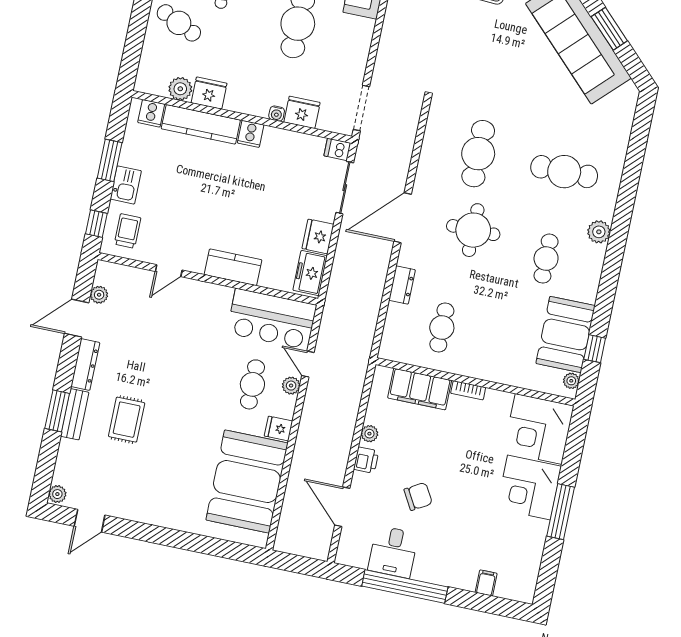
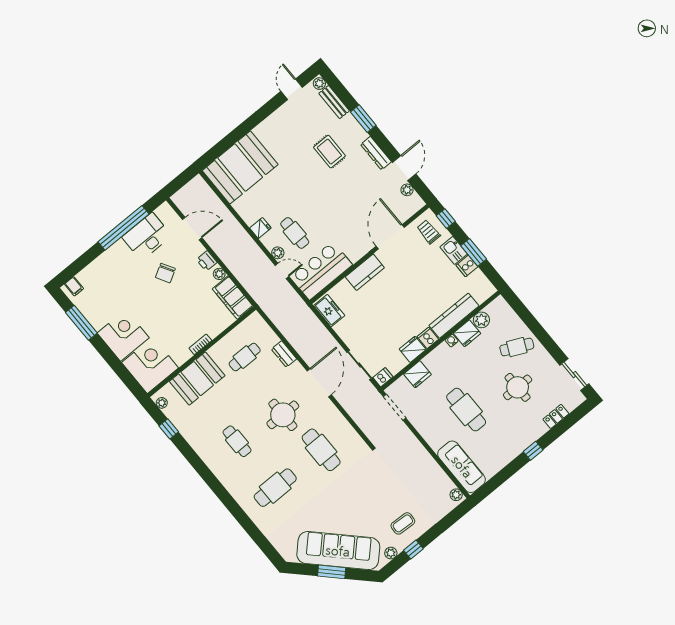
cooker: (151, 113) -> (467, 266), moved, turned -90
water cooler: (277, 114) -> (452, 341), moved
trolley: (128, 231) -> (429, 232), turned 180
plant: (599, 232) -> (229, 480), removed
fridge: (318, 236) -> (413, 349), moved, turned -90
door: (169, 271) -> (390, 237), width x1.87
cafe table: (442, 328) -> (245, 357), turned 90
booth: (566, 334) -> (197, 379), moved, turned 90
filing cabinet: (420, 389) -> (233, 298), moved, turned -90
bench: (75, 414) -> (334, 102), moved
booth: (247, 481) -> (240, 167), moved, turned 90
window: (561, 512) -> (81, 323), moved
desk: (393, 552) -> (147, 236), width x1.37
filing cabinet: (486, 583) -> (74, 286), moved

